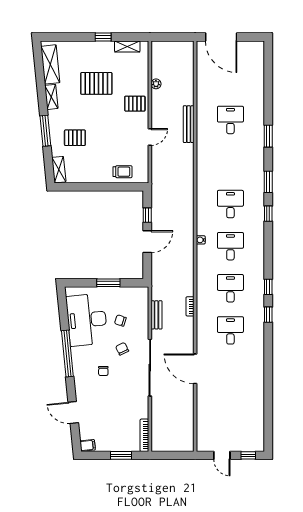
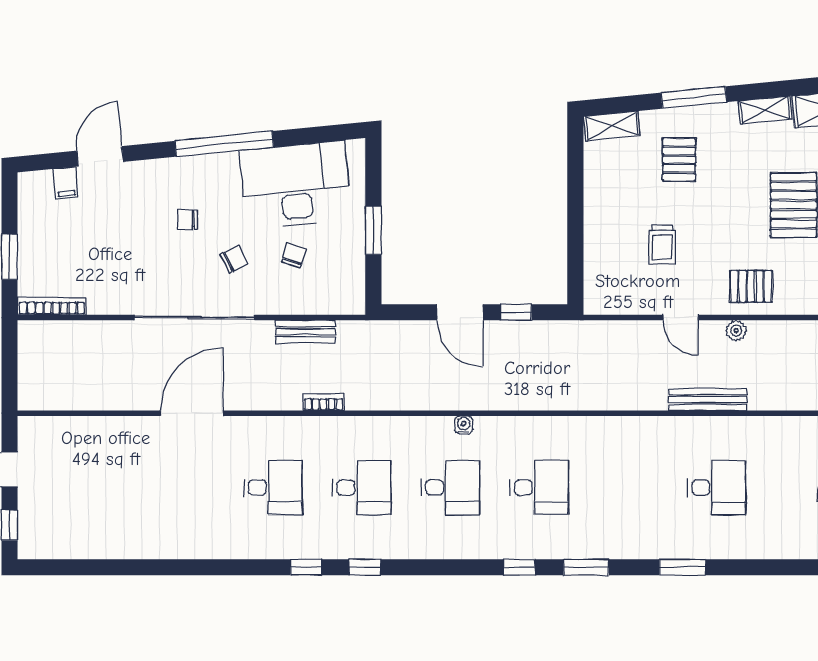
plant: (156, 84) -> (736, 331), moved
pallet: (135, 104) -> (751, 286), turned 90
trolley: (123, 172) -> (662, 245), moved
filing cabinet: (88, 445) -> (66, 183), moved

